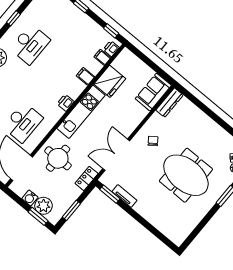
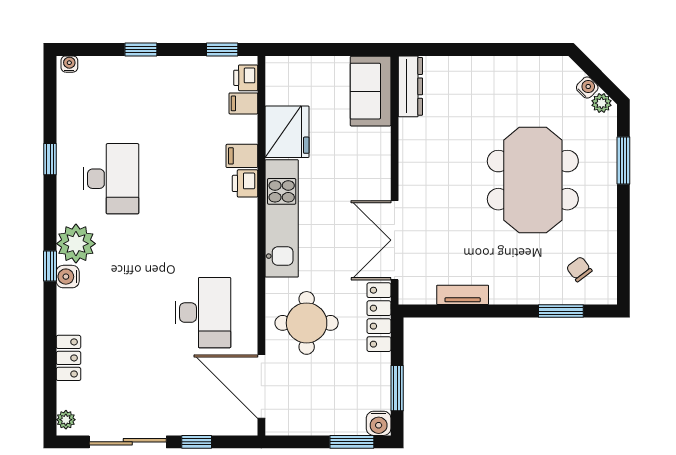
printer: (66, 103) -> (245, 183), moved
chair: (153, 141) -> (579, 269), moved
meeting table: (186, 175) -> (533, 180), turned 90
locker: (87, 178) -> (379, 317), width x1.53
window: (110, 194) -> (561, 311), moved
water cooler: (30, 198) -> (379, 423), moved
plant: (44, 206) -> (347, 418), removed

